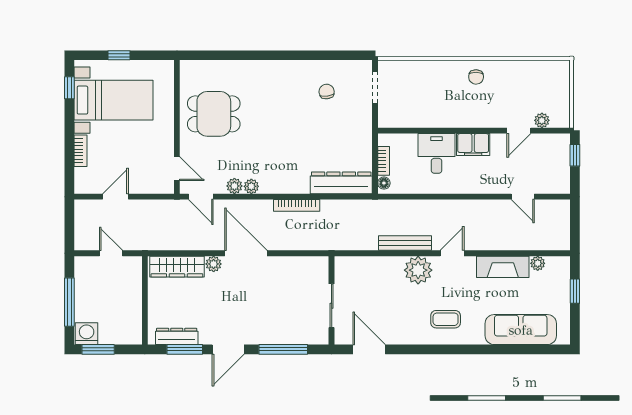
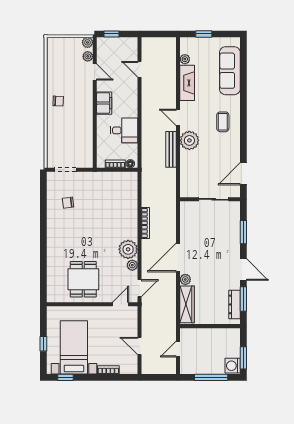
plant: (562, 120) -> (87, 42), added
desk: (437, 153) -> (124, 130), moved, turned 180
dresser: (341, 183) -> (130, 193), removed
plant: (251, 186) -> (128, 249), width x1.88, depth x1.88
door: (523, 197) -> (140, 69), swing flipped
window: (283, 349) -> (243, 232), width x0.69

